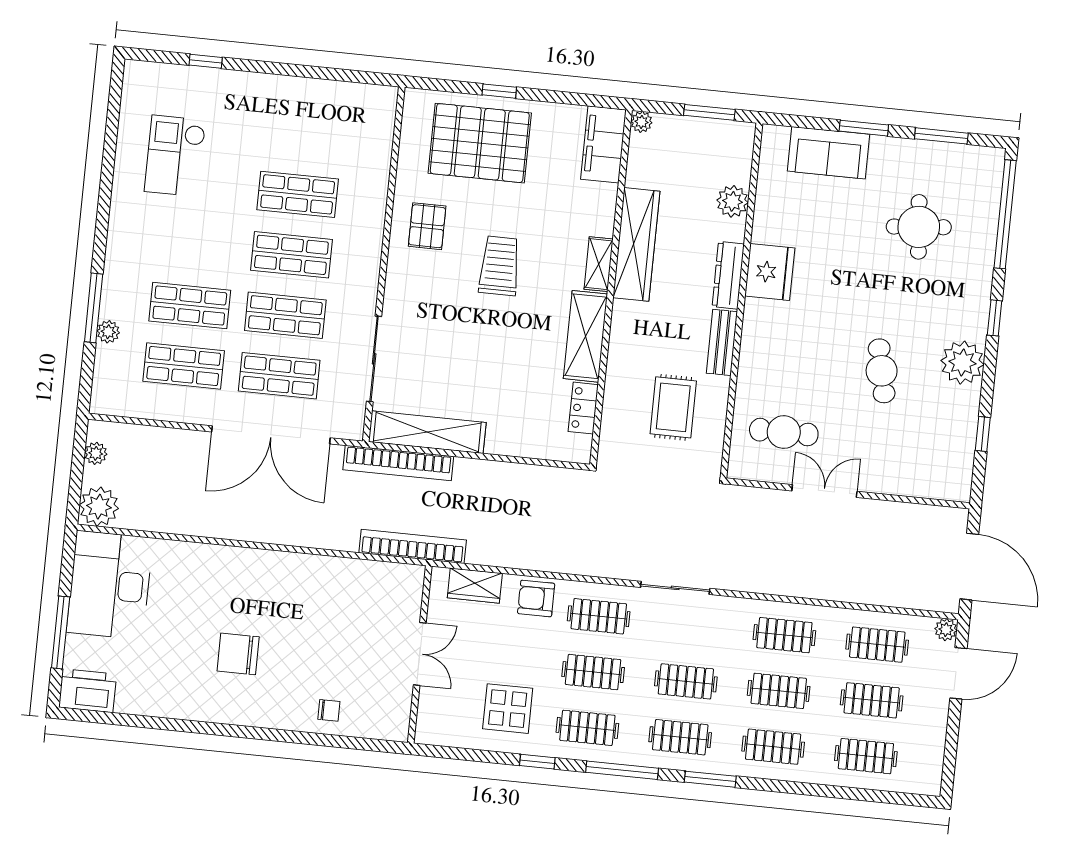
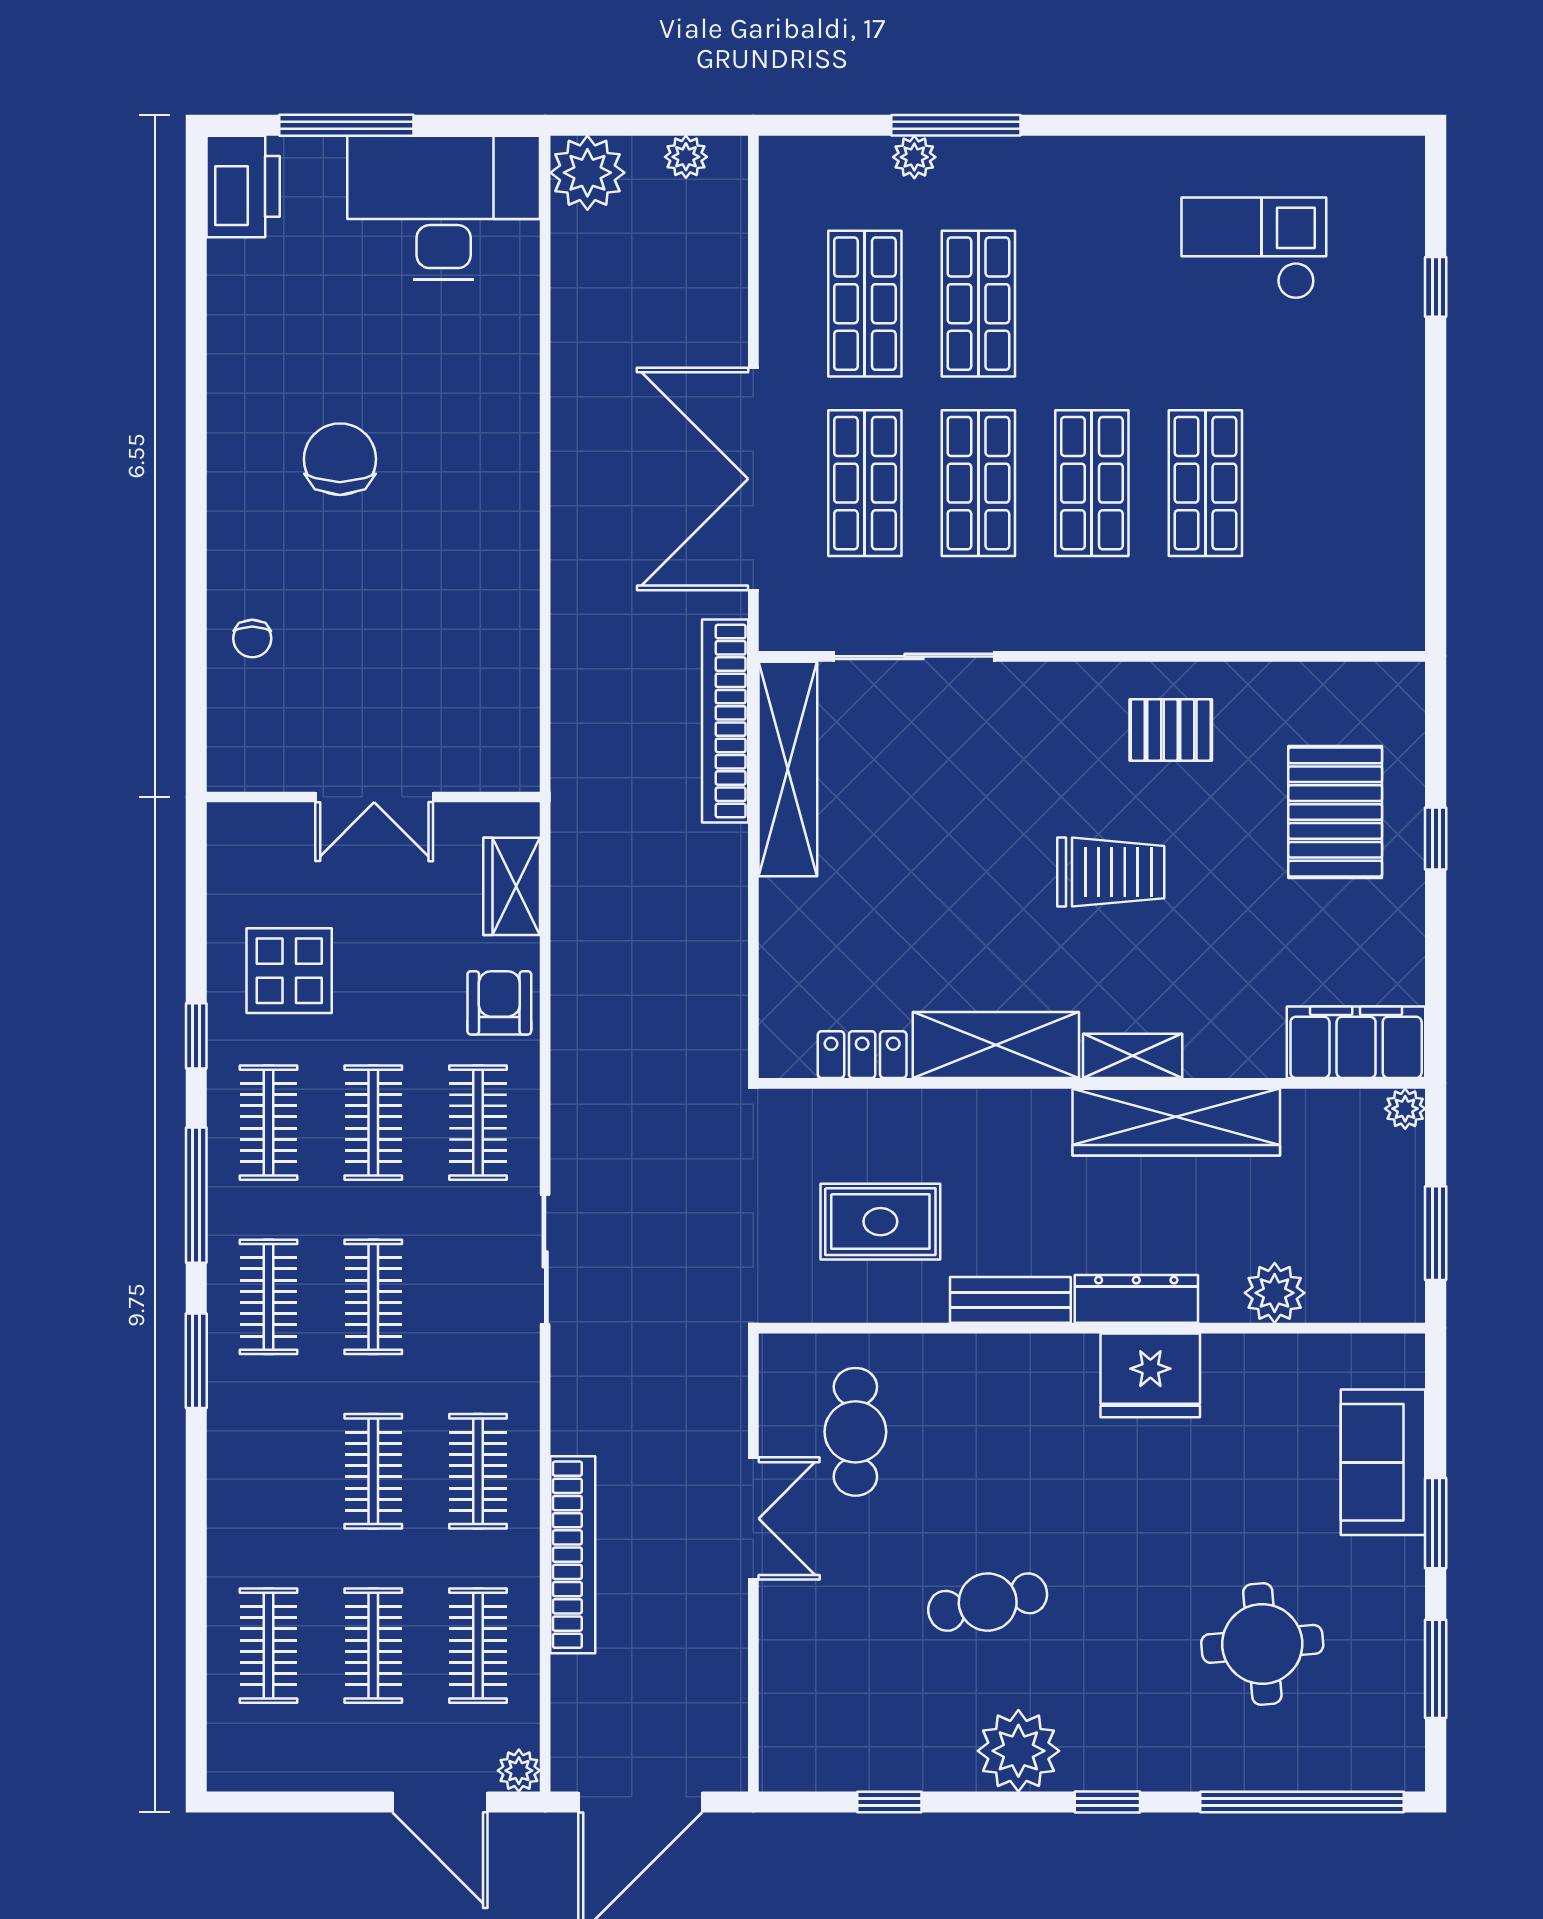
pallet: (480, 143) -> (1335, 812), width x0.73, depth x0.71
bookcase: (413, 546) -> (573, 1555), moved
clothes rail: (773, 747) -> (269, 1471), removed

